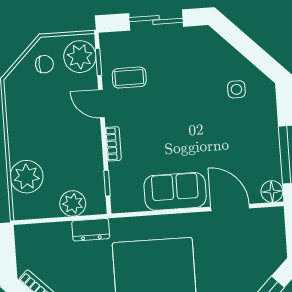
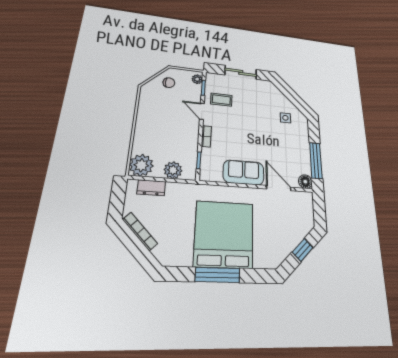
plant: (80, 57) -> (197, 79), width x0.53, depth x0.53
plant: (27, 177) -> (141, 165), moved
dresser: (91, 230) -> (151, 188), moved

